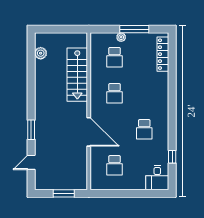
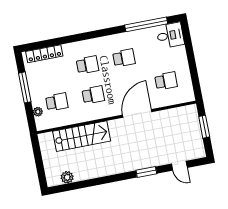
plant: (121, 37) -> (38, 112), moved
school desk: (144, 93) -> (87, 65), added
window: (172, 157) -> (146, 24), width x3.17

